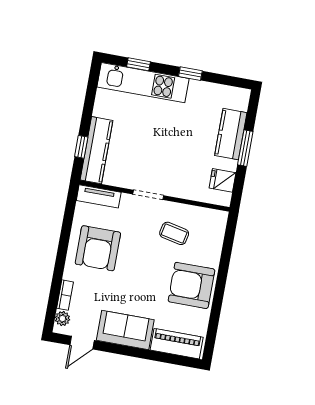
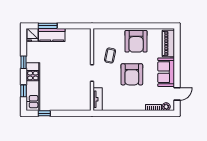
window: (81, 147) -> (44, 113), moved
window: (245, 148) -> (48, 26), moved
kitchen counter: (96, 150) -> (73, 105), removed
fridge: (223, 180) -> (33, 35), moved
armchair: (98, 248) -> (132, 74), moved, turned 90
door: (82, 343) -> (177, 94), hinge flipped

